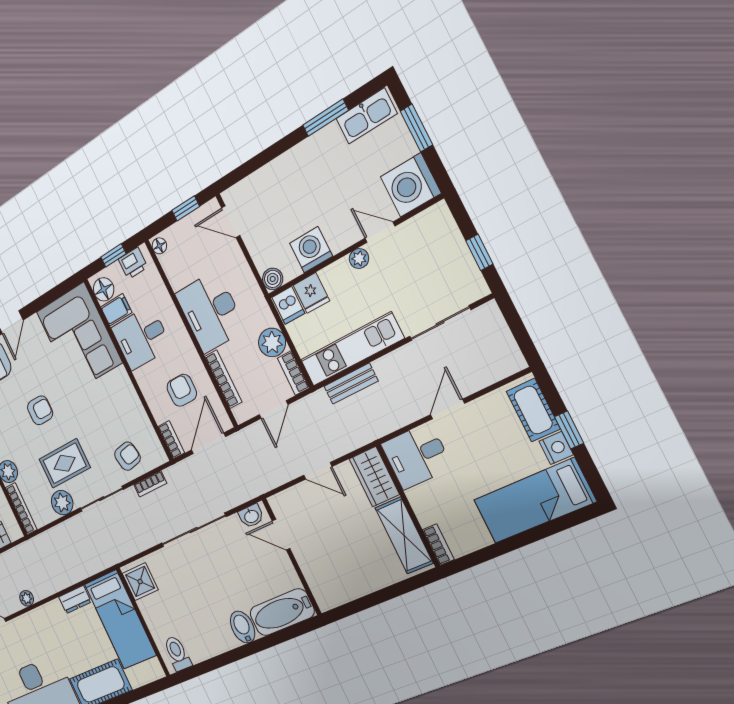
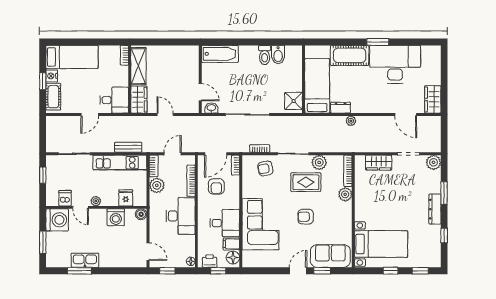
kitchen sink: (366, 116) -> (85, 260), moved
dishwasher: (288, 305) -> (65, 198), moved
corner sofa: (79, 337) -> (260, 224), moved
plant: (27, 598) -> (351, 121), moved
bidet: (243, 627) -> (278, 55), moved
toilet: (177, 653) -> (265, 55), moved

